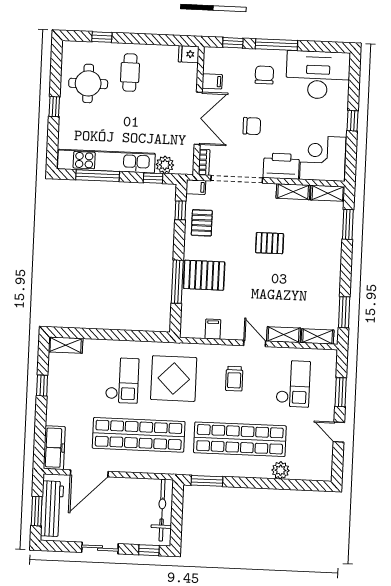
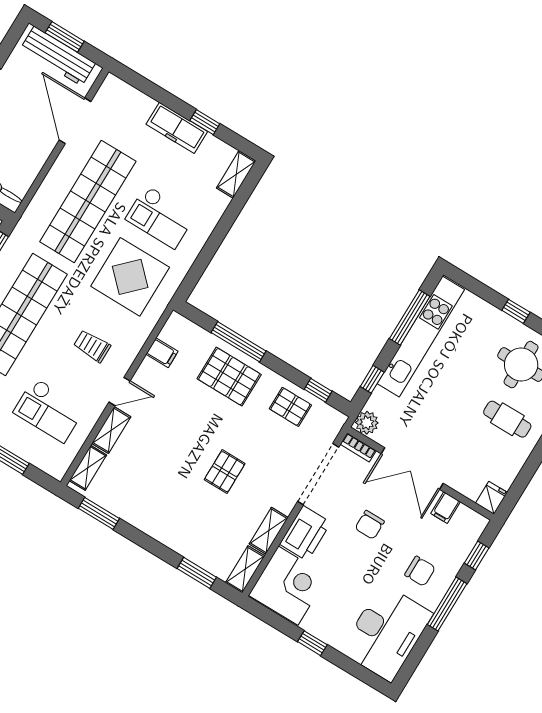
plant: (165, 165) -> (367, 423), moved
filing cabinet: (196, 187) -> (335, 422), removed
pallet: (204, 275) -> (229, 377), turned 90
freezer: (54, 448) -> (177, 128), moved

